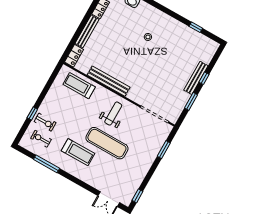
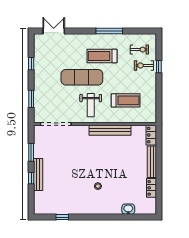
treadmill: (79, 86) -> (126, 100), moved
window: (47, 164) -> (109, 31), moved
window: (137, 196) -> (31, 64), moved

